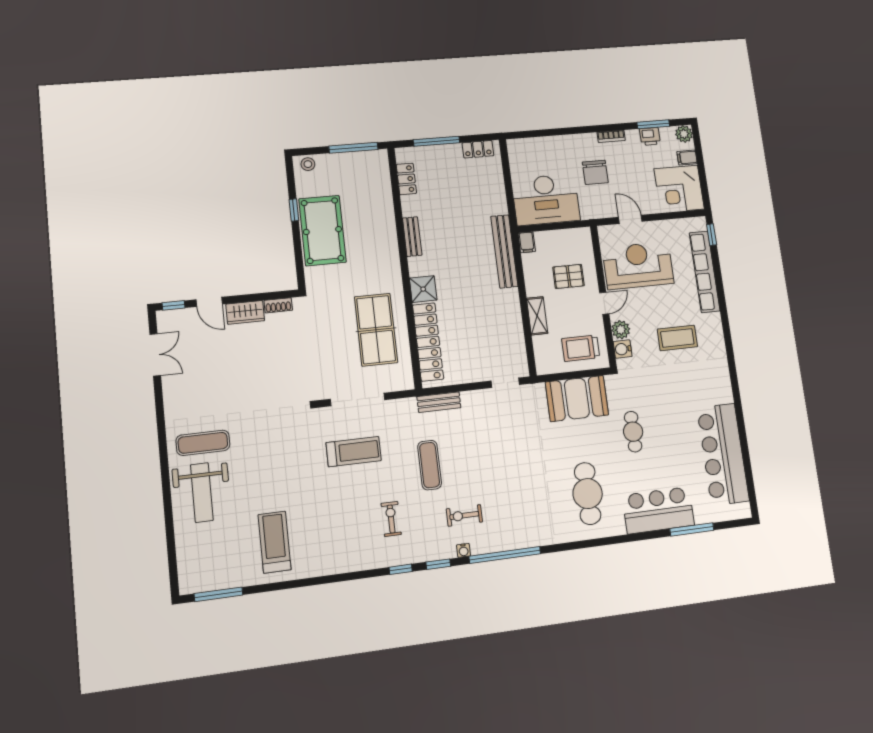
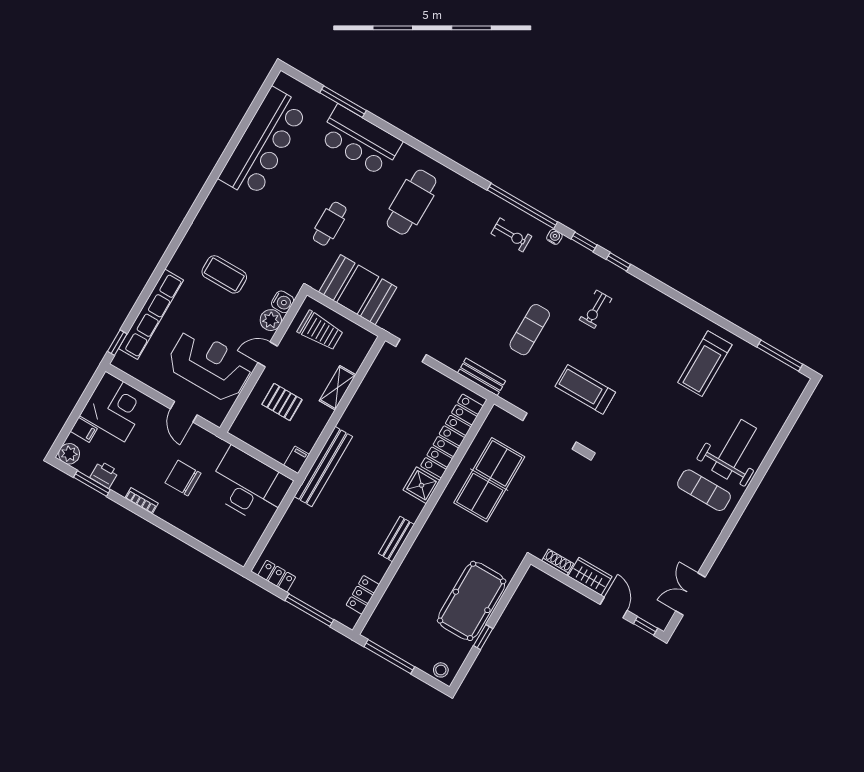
chair: (595, 172) -> (183, 478), turned -90
reception desk: (638, 266) -> (210, 365), turned 180
exercise bike: (464, 515) -> (511, 235), moved

